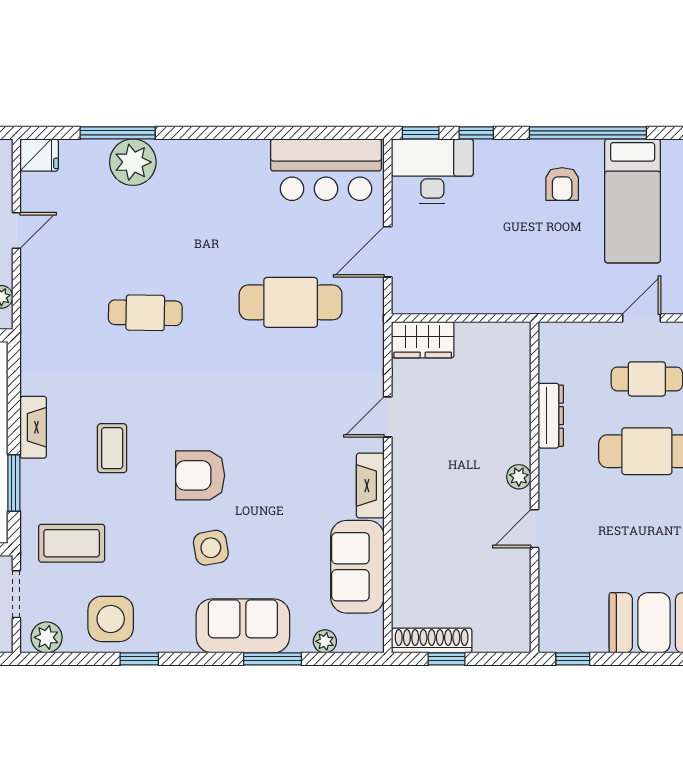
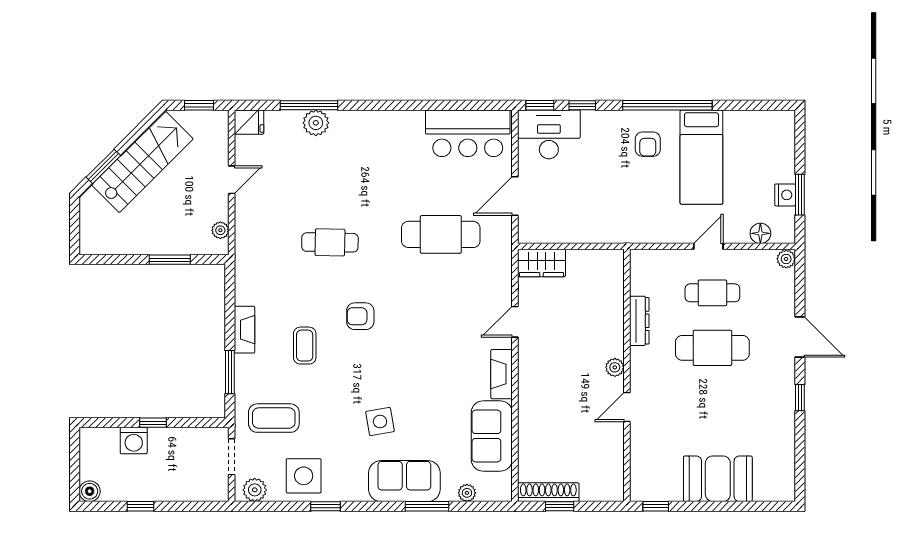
plant: (133, 162) -> (316, 123), width x0.73, depth x0.73
armchair: (200, 475) -> (360, 316), moved, width x0.72, depth x0.72

